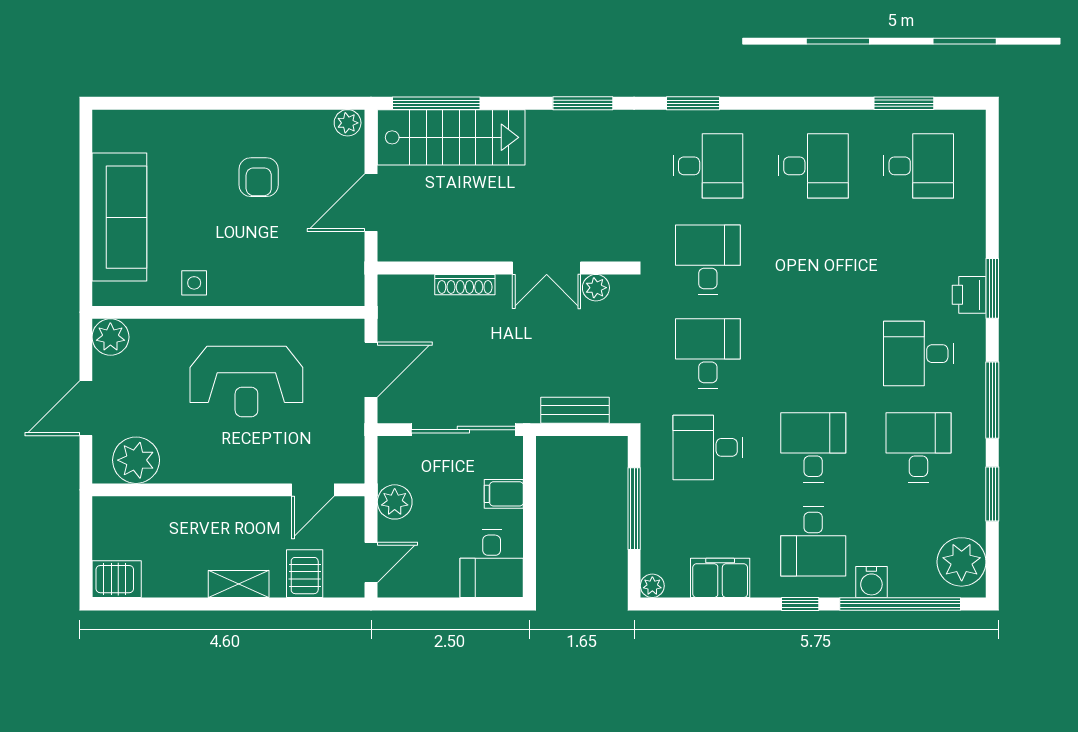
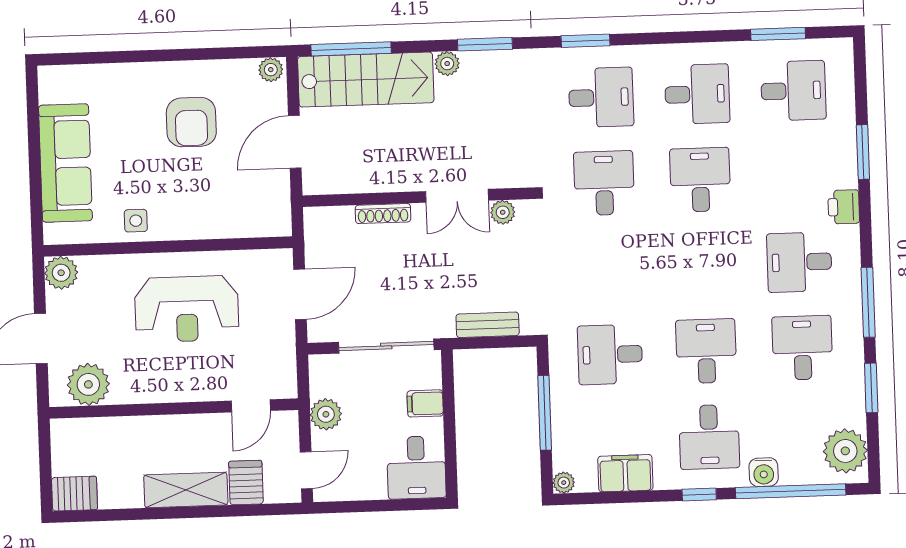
plant: (541, 123) -> (447, 64), added
armchair: (259, 177) -> (191, 122), width x1.38, depth x1.38
window: (992, 288) -> (863, 152), moved
desk: (708, 354) -> (700, 180), moved
shelving: (239, 584) -> (186, 490), width x1.50, depth x1.33

